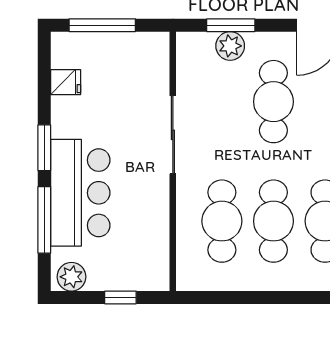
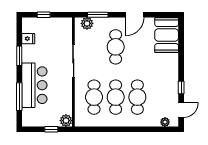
window: (102, 25) -> (44, 15), width x0.46
plant: (230, 46) -> (87, 23), moved
window: (44, 148) -> (19, 56), moved
plant: (71, 277) -> (66, 121), moved

